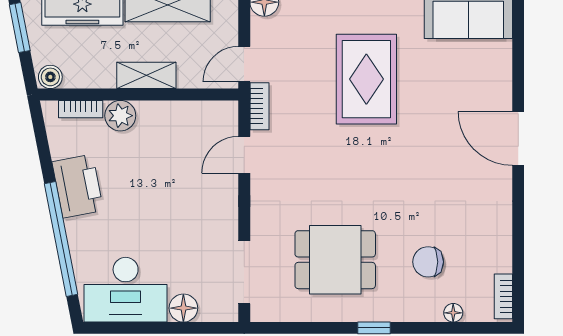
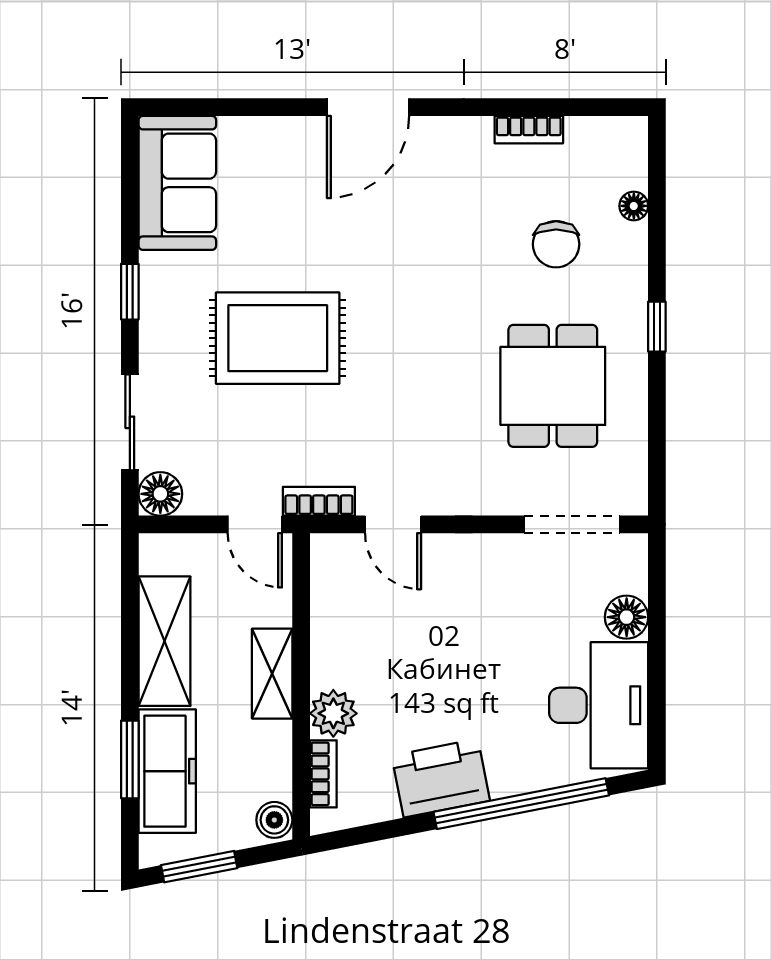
bookcase: (503, 296) -> (529, 130), moved

